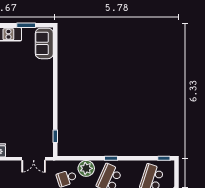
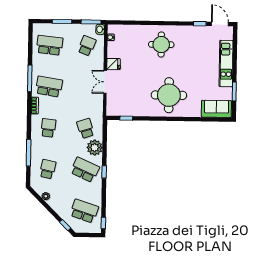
round table: (31, 93) -> (169, 95), added
double door: (34, 159) -> (105, 82), moved

